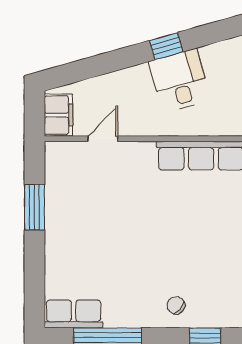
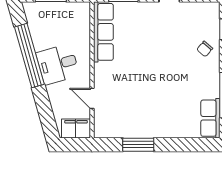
window: (166, 46) -> (29, 56), width x3.17
desk: (180, 81) -> (58, 64), moved

